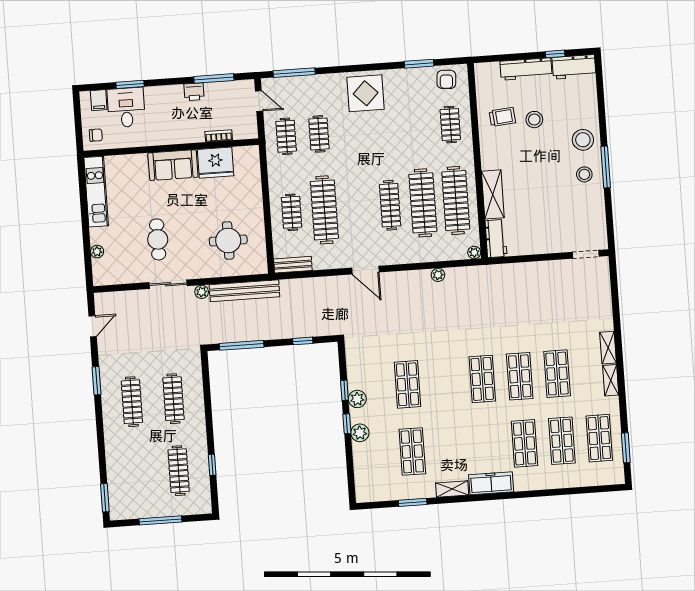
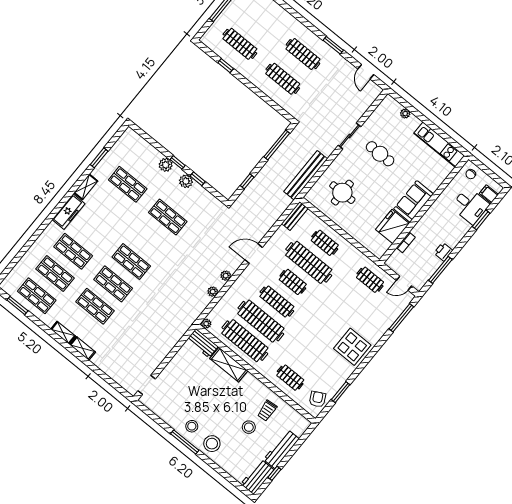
armchair: (446, 79) -> (317, 399), turned 58
clothes rail: (319, 134) -> (293, 282), moved
plant: (202, 292) -> (226, 276), moved

